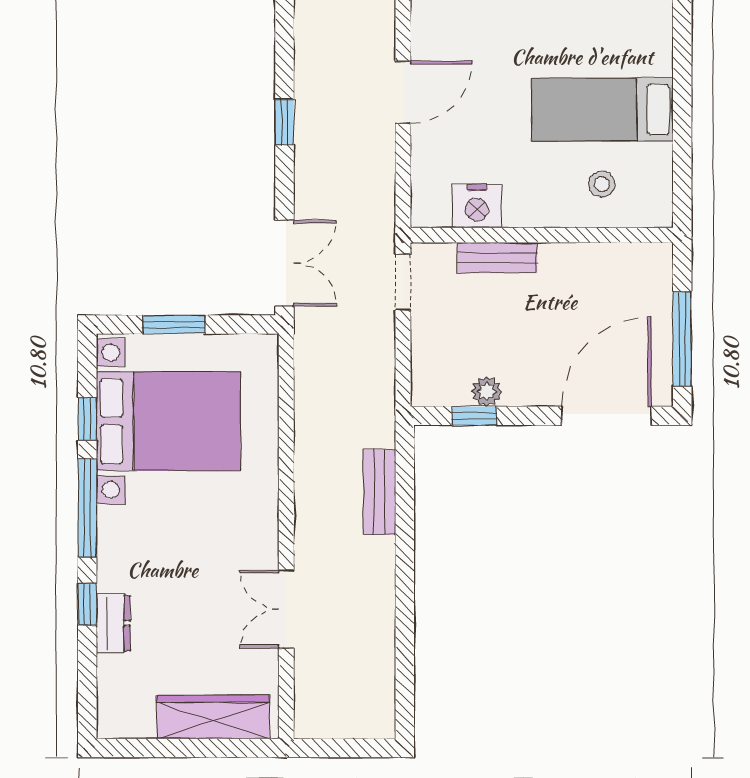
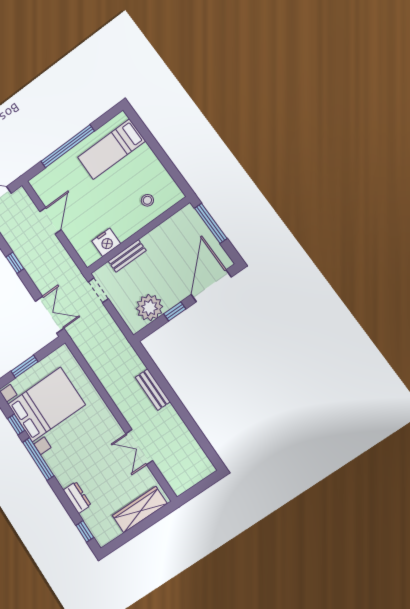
bed: (603, 109) -> (111, 149), moved
window: (682, 339) -> (211, 223), moved
plant: (487, 391) -> (149, 308), width x1.88, depth x1.88
window: (474, 416) -> (175, 311), moved
bench: (379, 492) -> (153, 390), moved
window: (87, 604) -> (85, 531), moved

